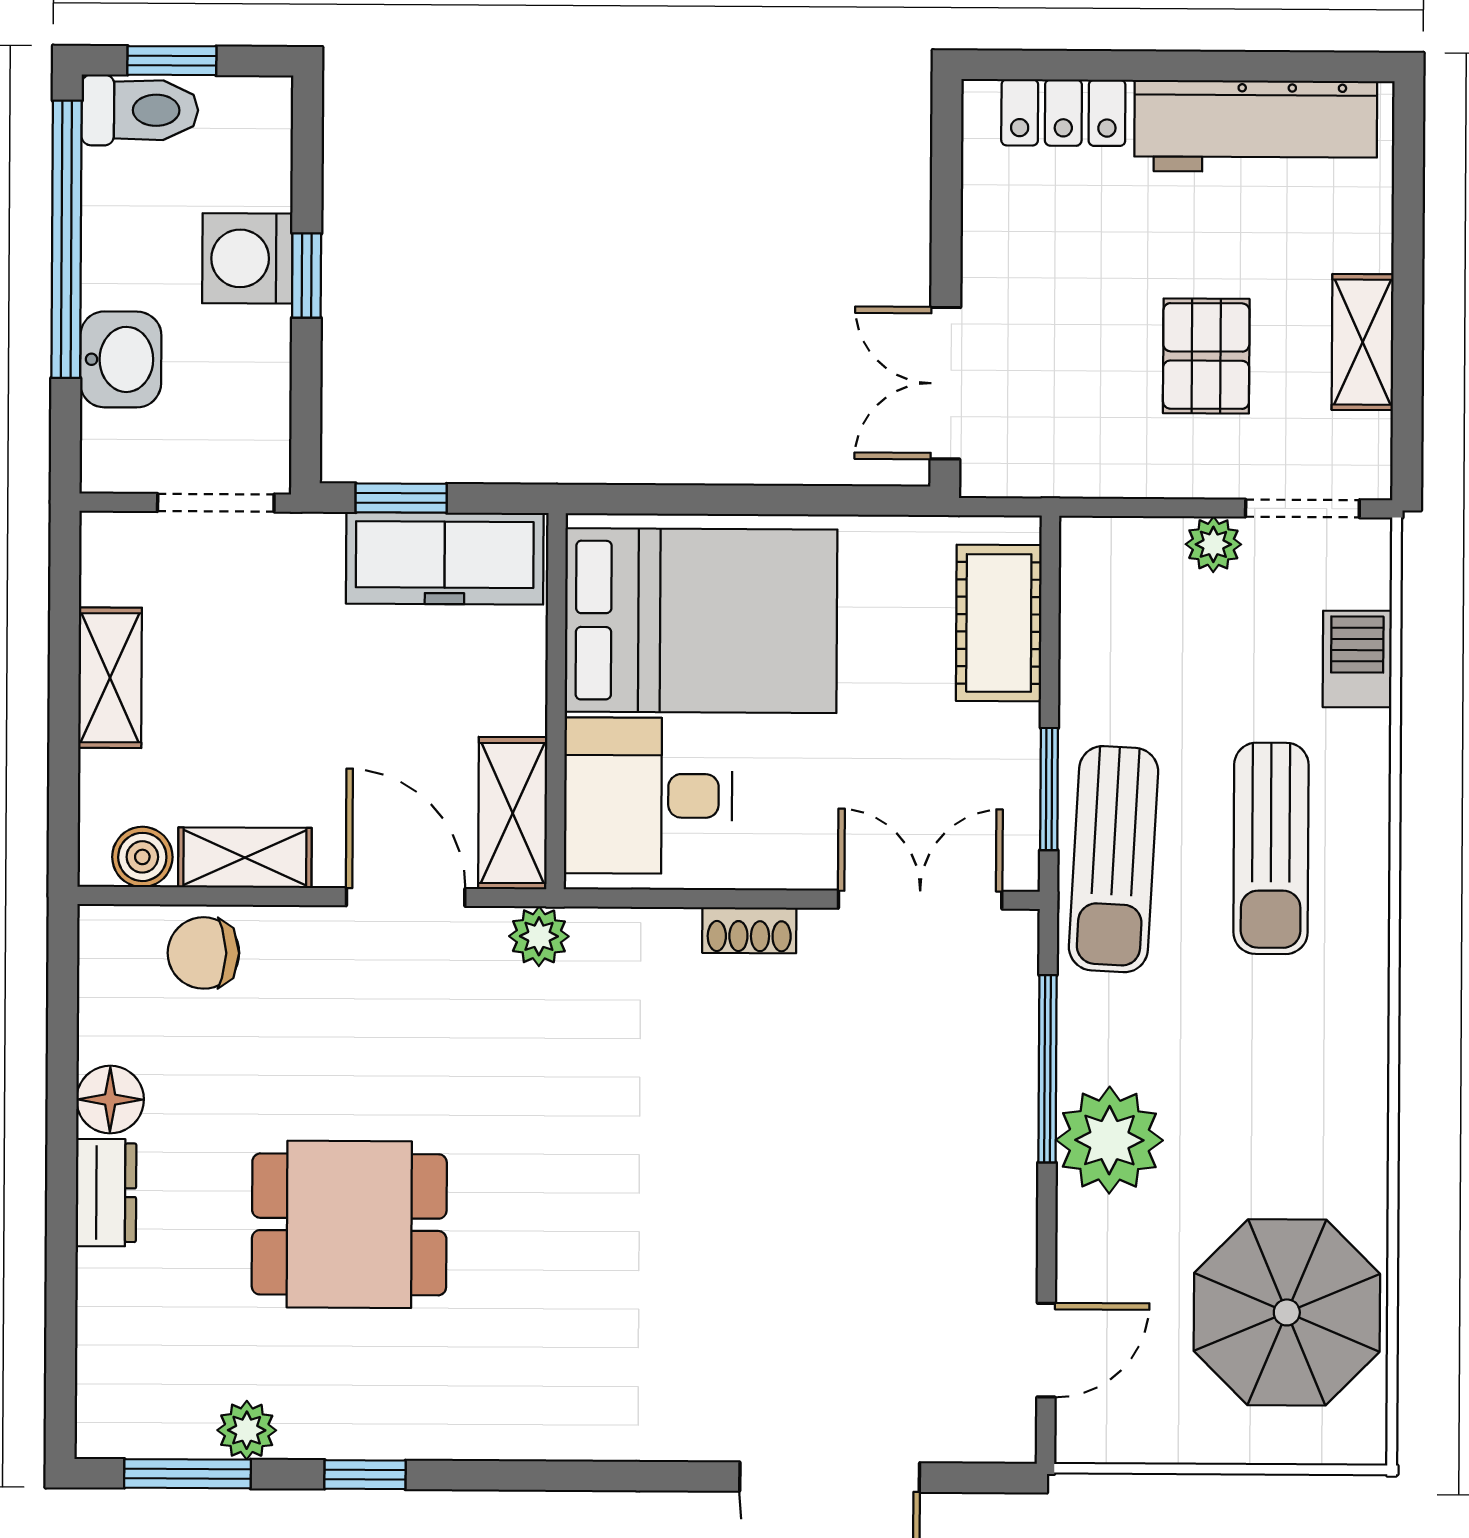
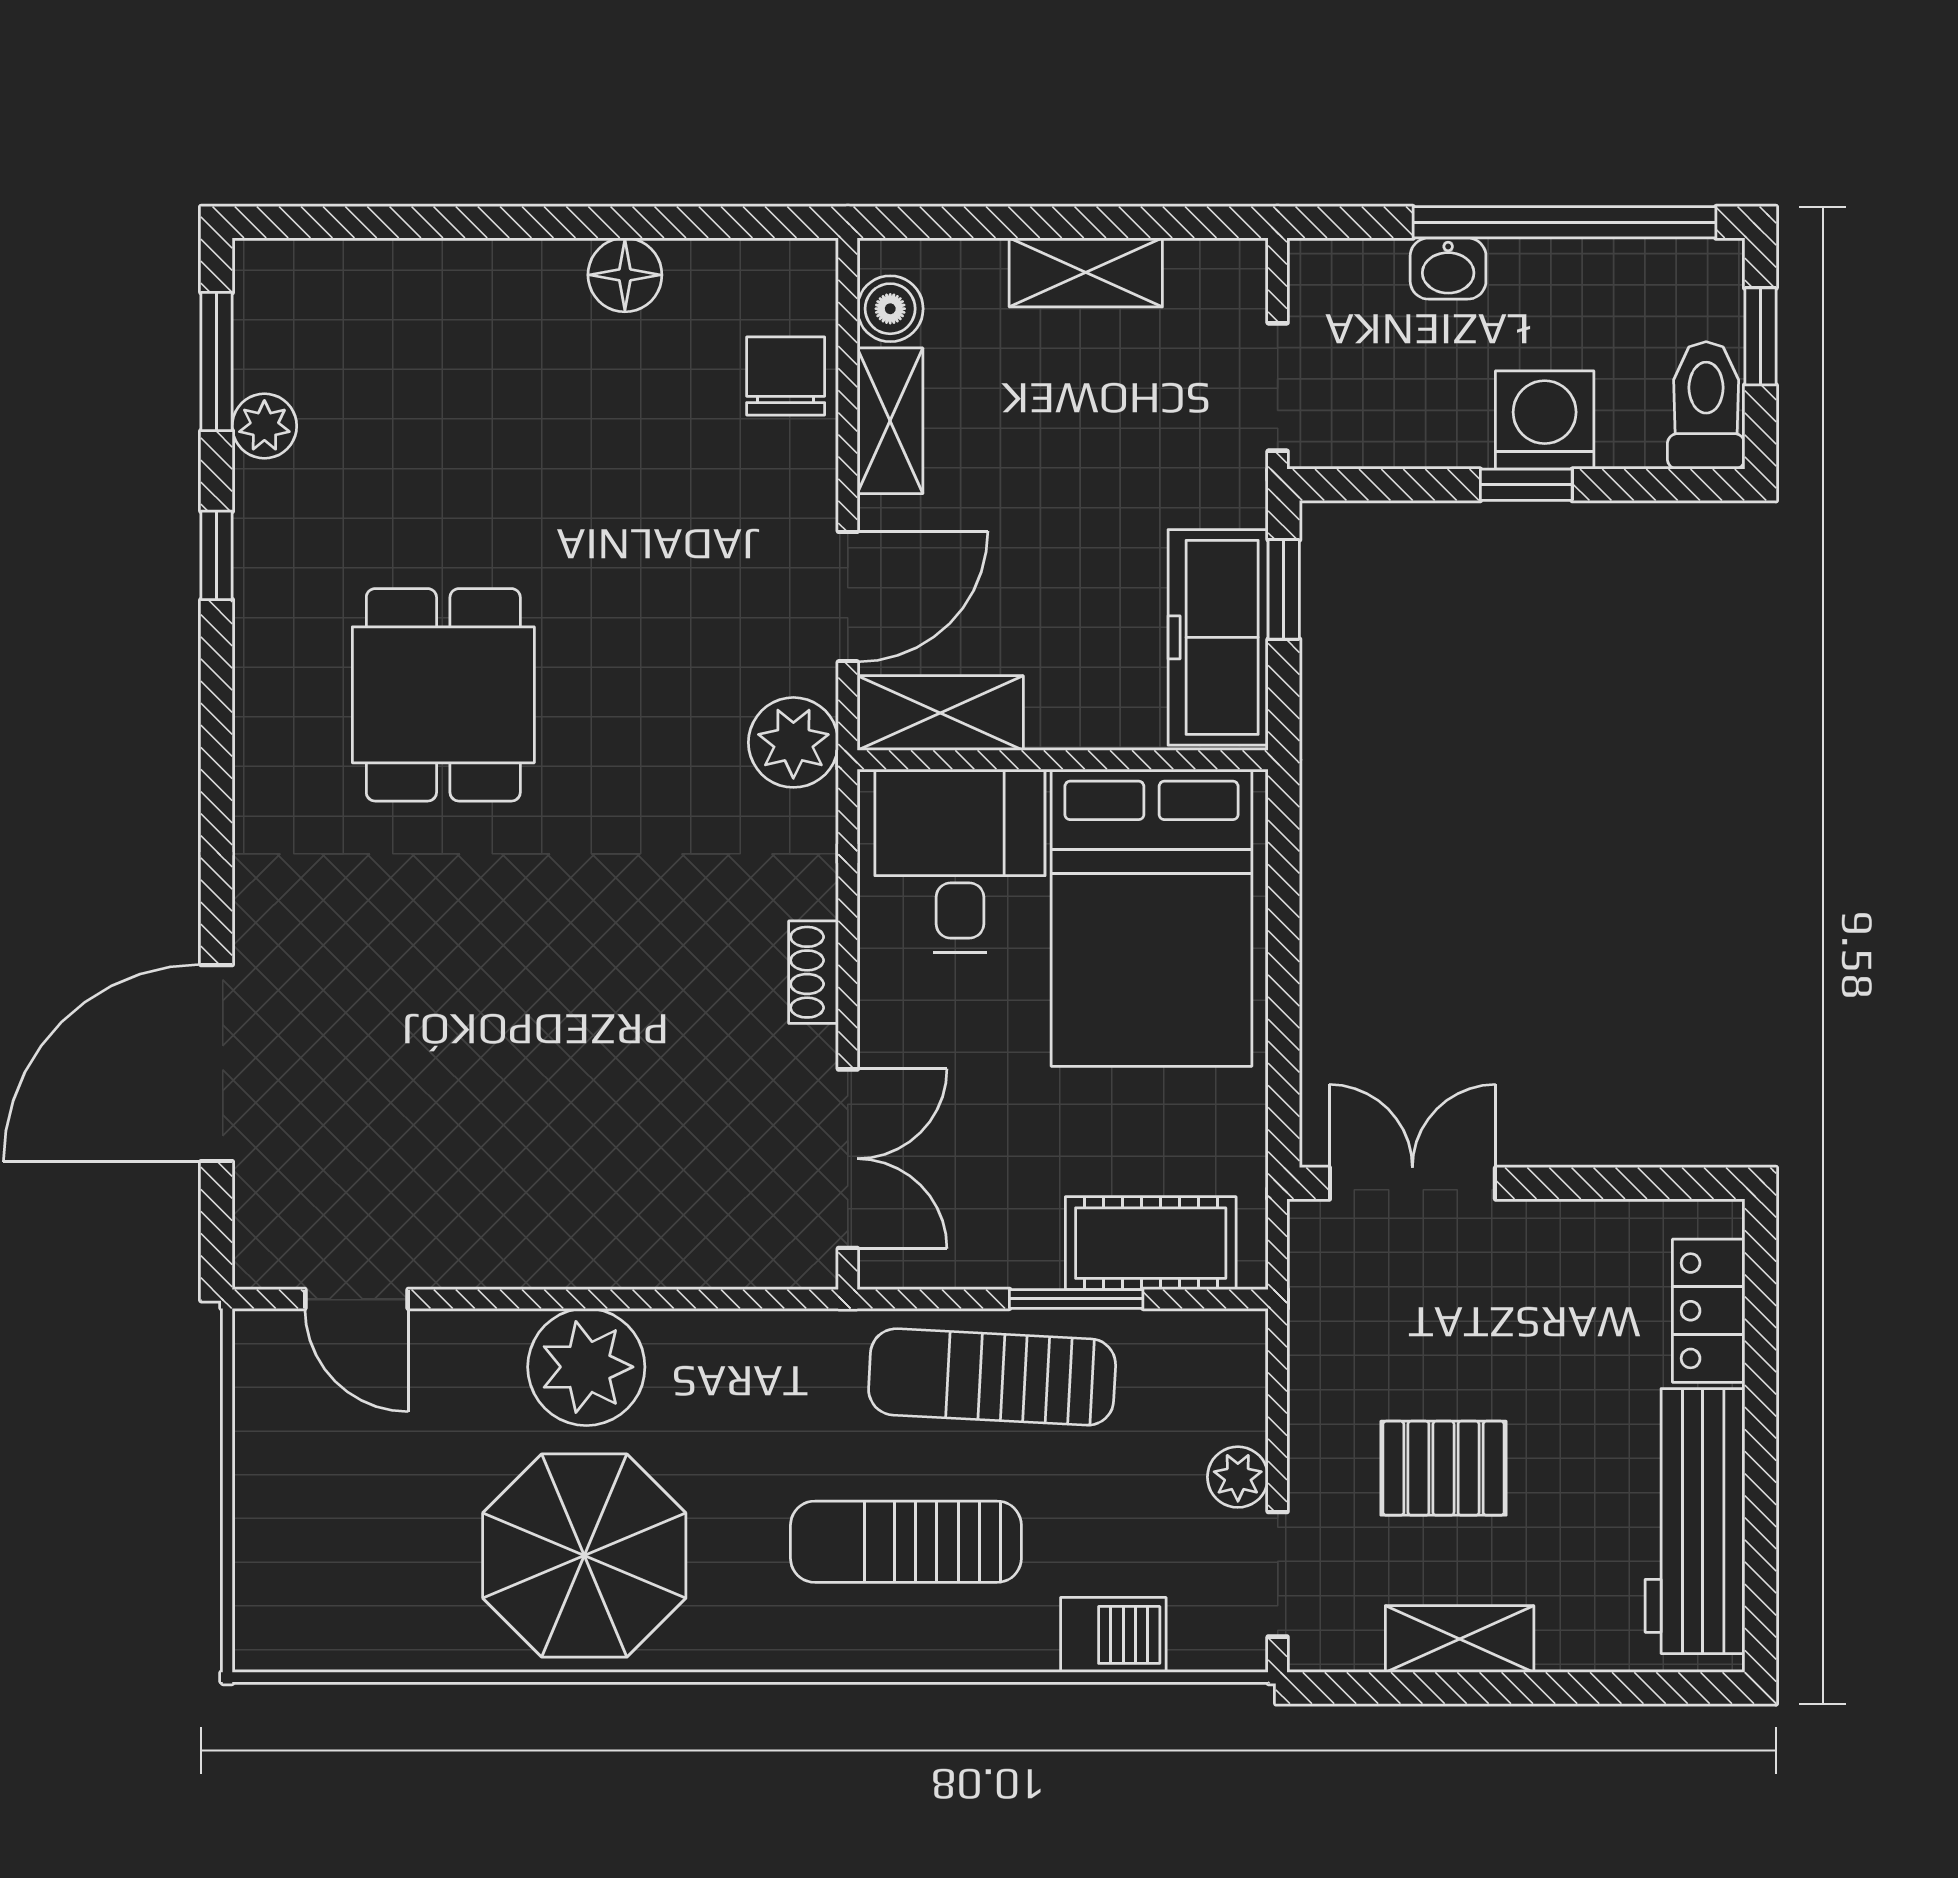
toilet: (140, 110) -> (1706, 405), moved, turned 180
washbasin: (121, 359) -> (1448, 269), width x0.72, depth x0.69
window: (1049, 789) -> (1076, 1299), moved
sun lounger: (1114, 859) -> (992, 1377), moved
plant: (539, 936) -> (793, 742), width x1.38, depth x1.38
window: (1048, 1069) -> (664, 1299), removed
dresser: (106, 1193) -> (523, 271), removed
dining table: (349, 1224) -> (443, 695), moved
parasol: (1287, 1312) -> (584, 1556), moved

